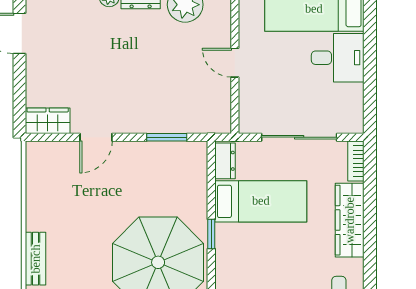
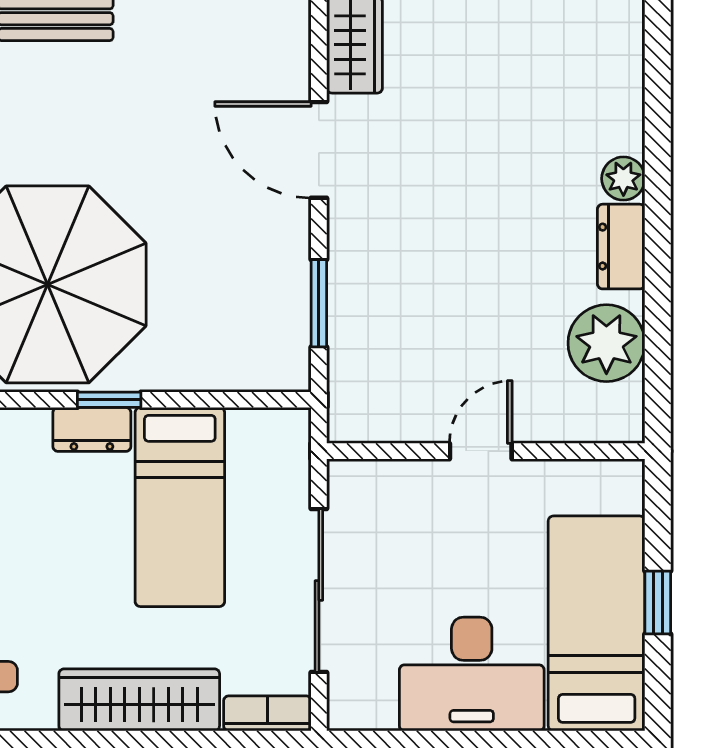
desk: (338, 58) -> (472, 674), width x1.37
door: (96, 137) -> (319, 150), width x1.38
dresser: (225, 161) -> (92, 429), moved

